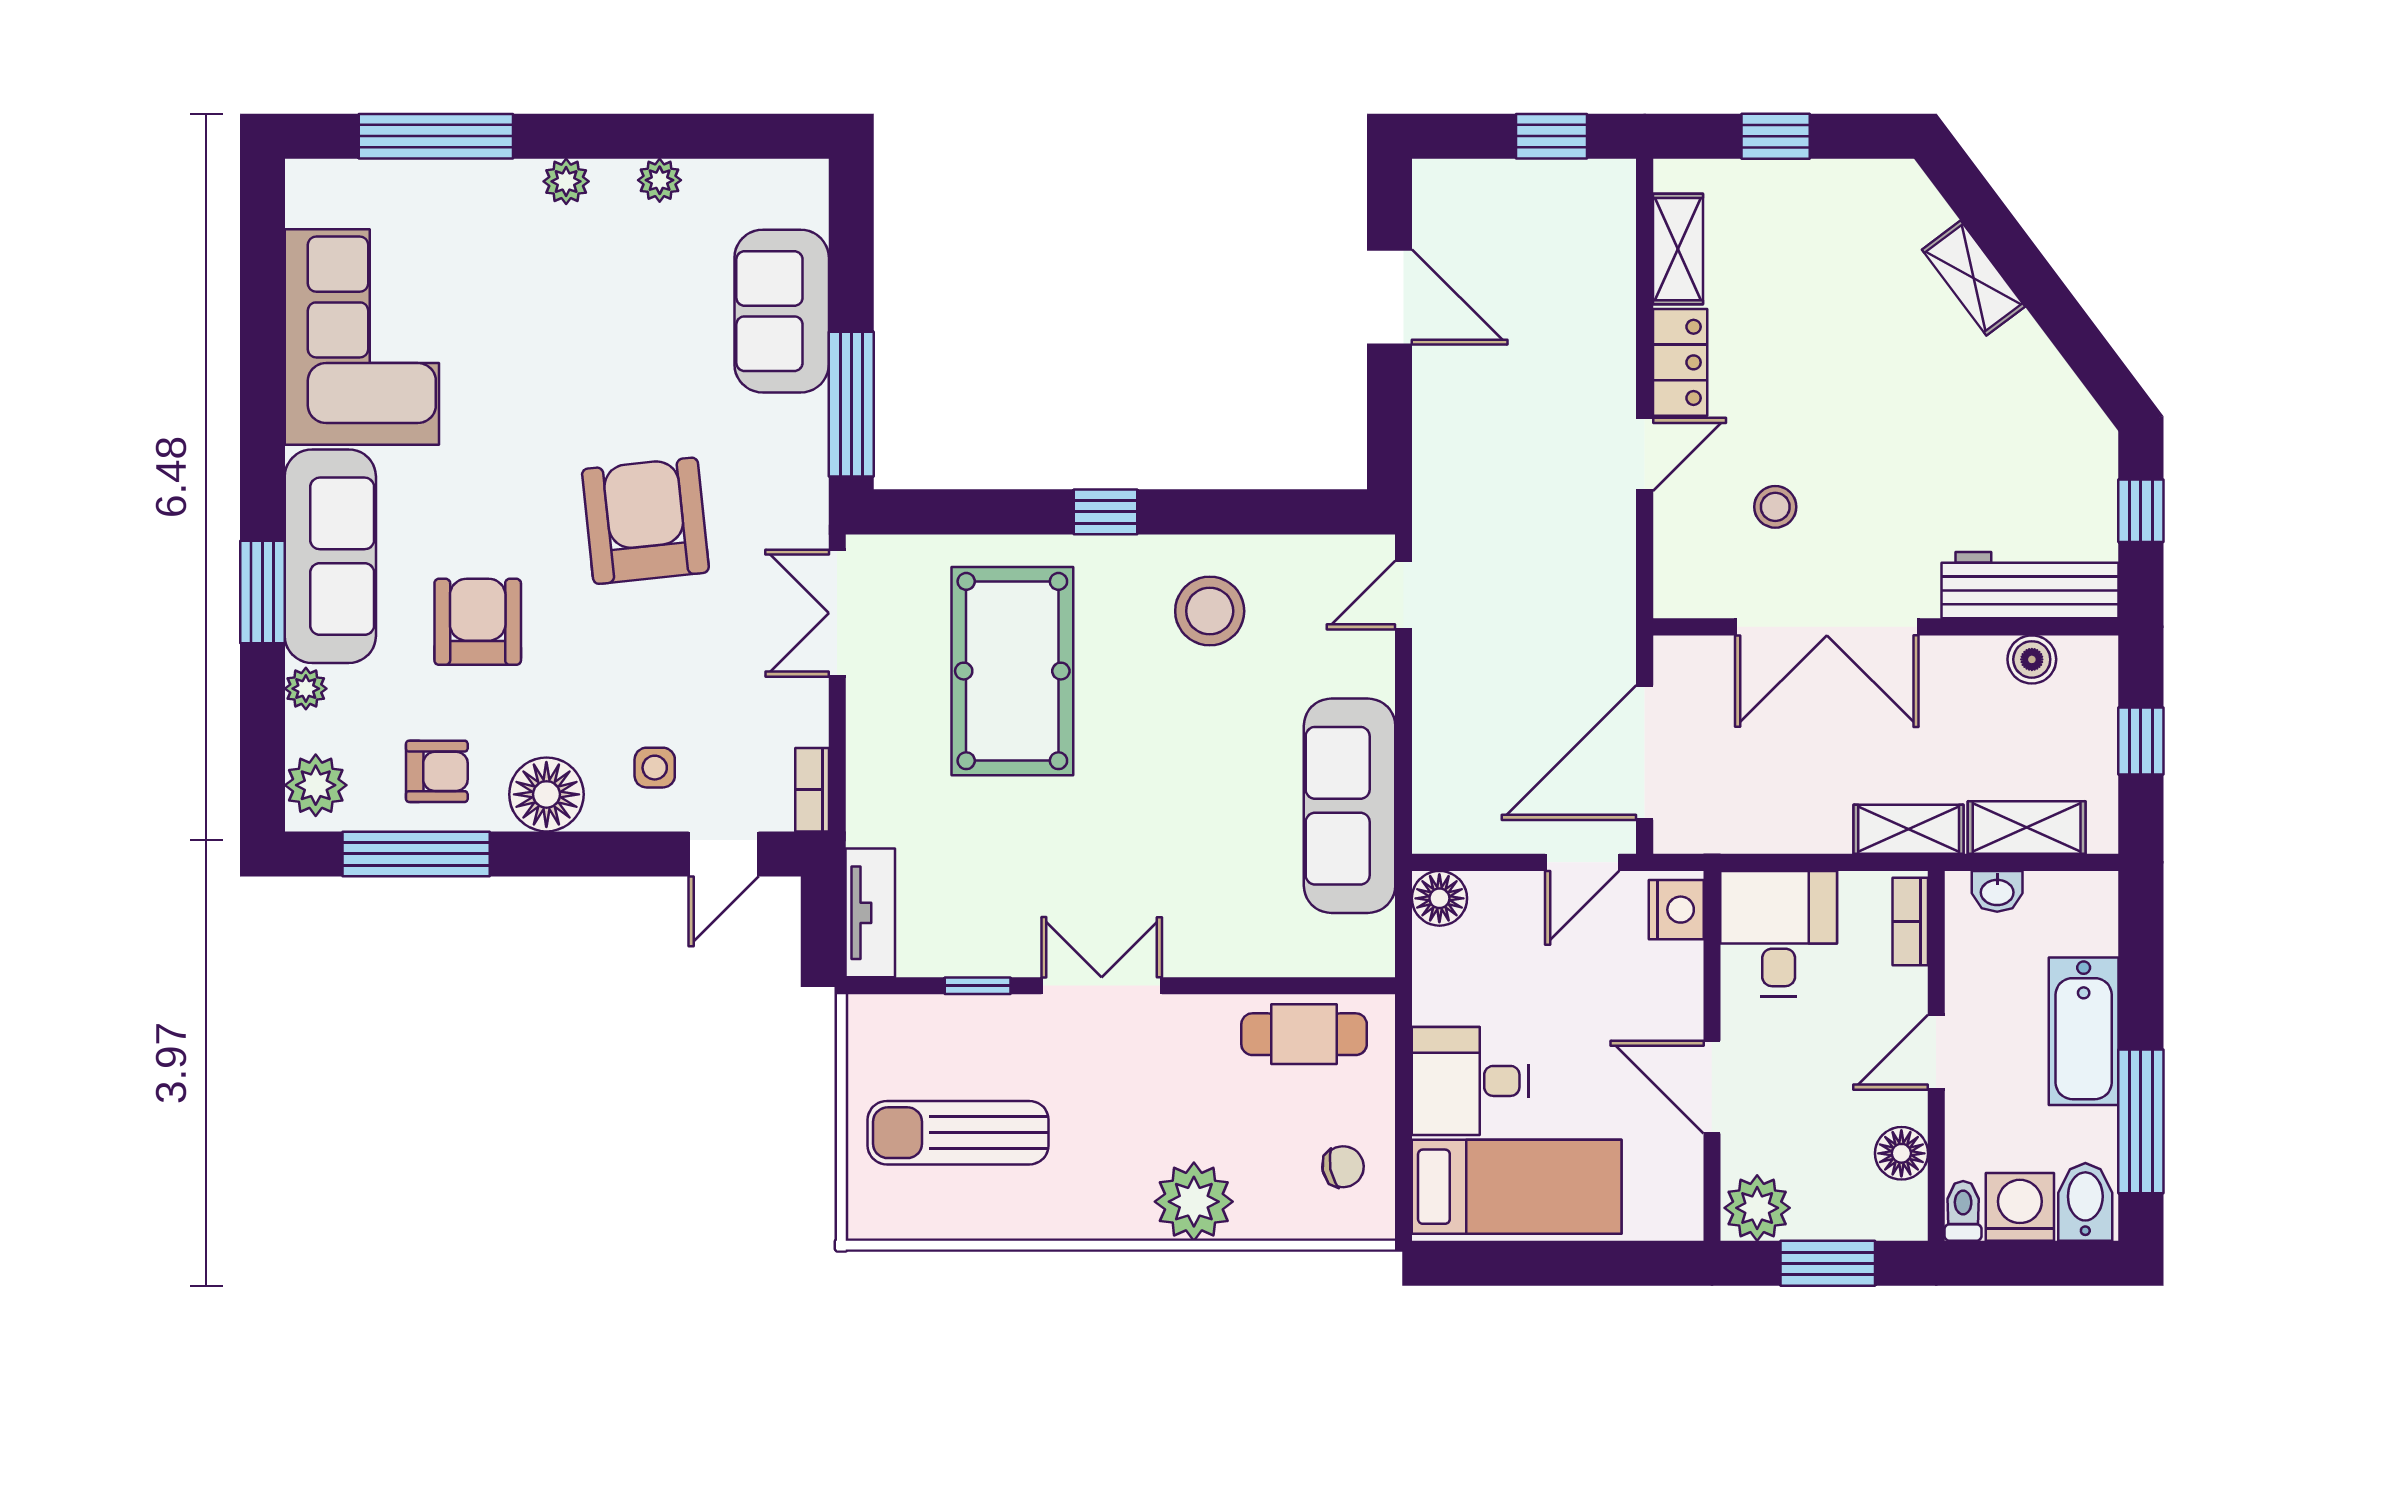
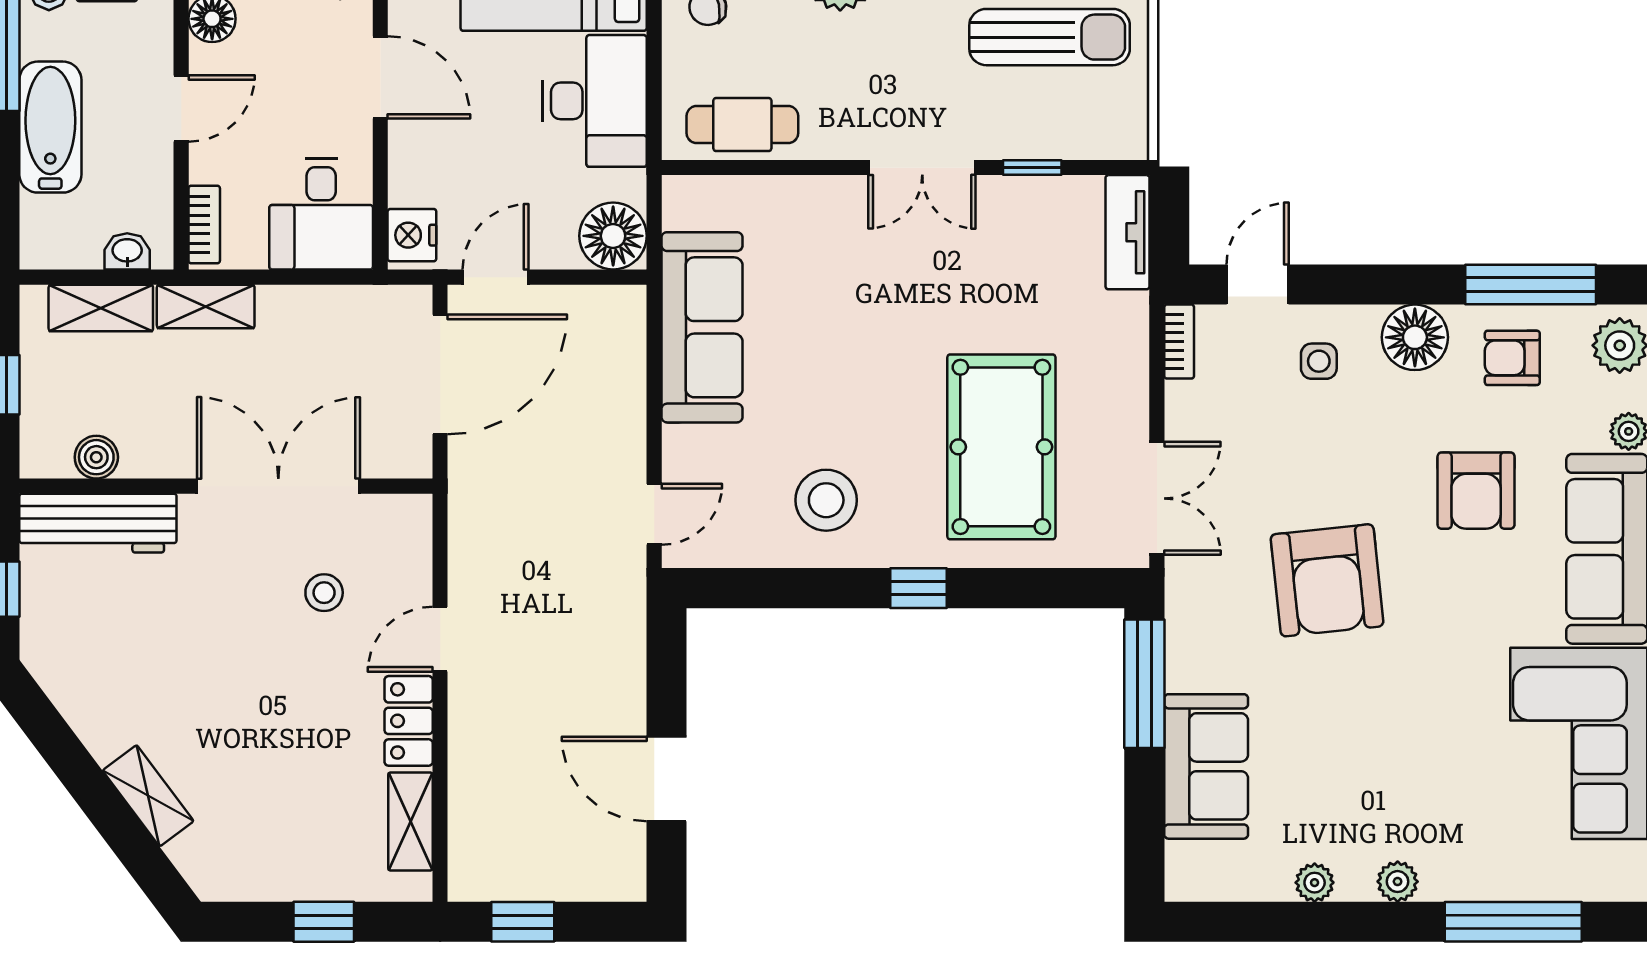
floor lamp: (1439, 898) -> (613, 236), width x1.38, depth x1.38
desk: (1470, 1081) -> (595, 101), width x1.37

